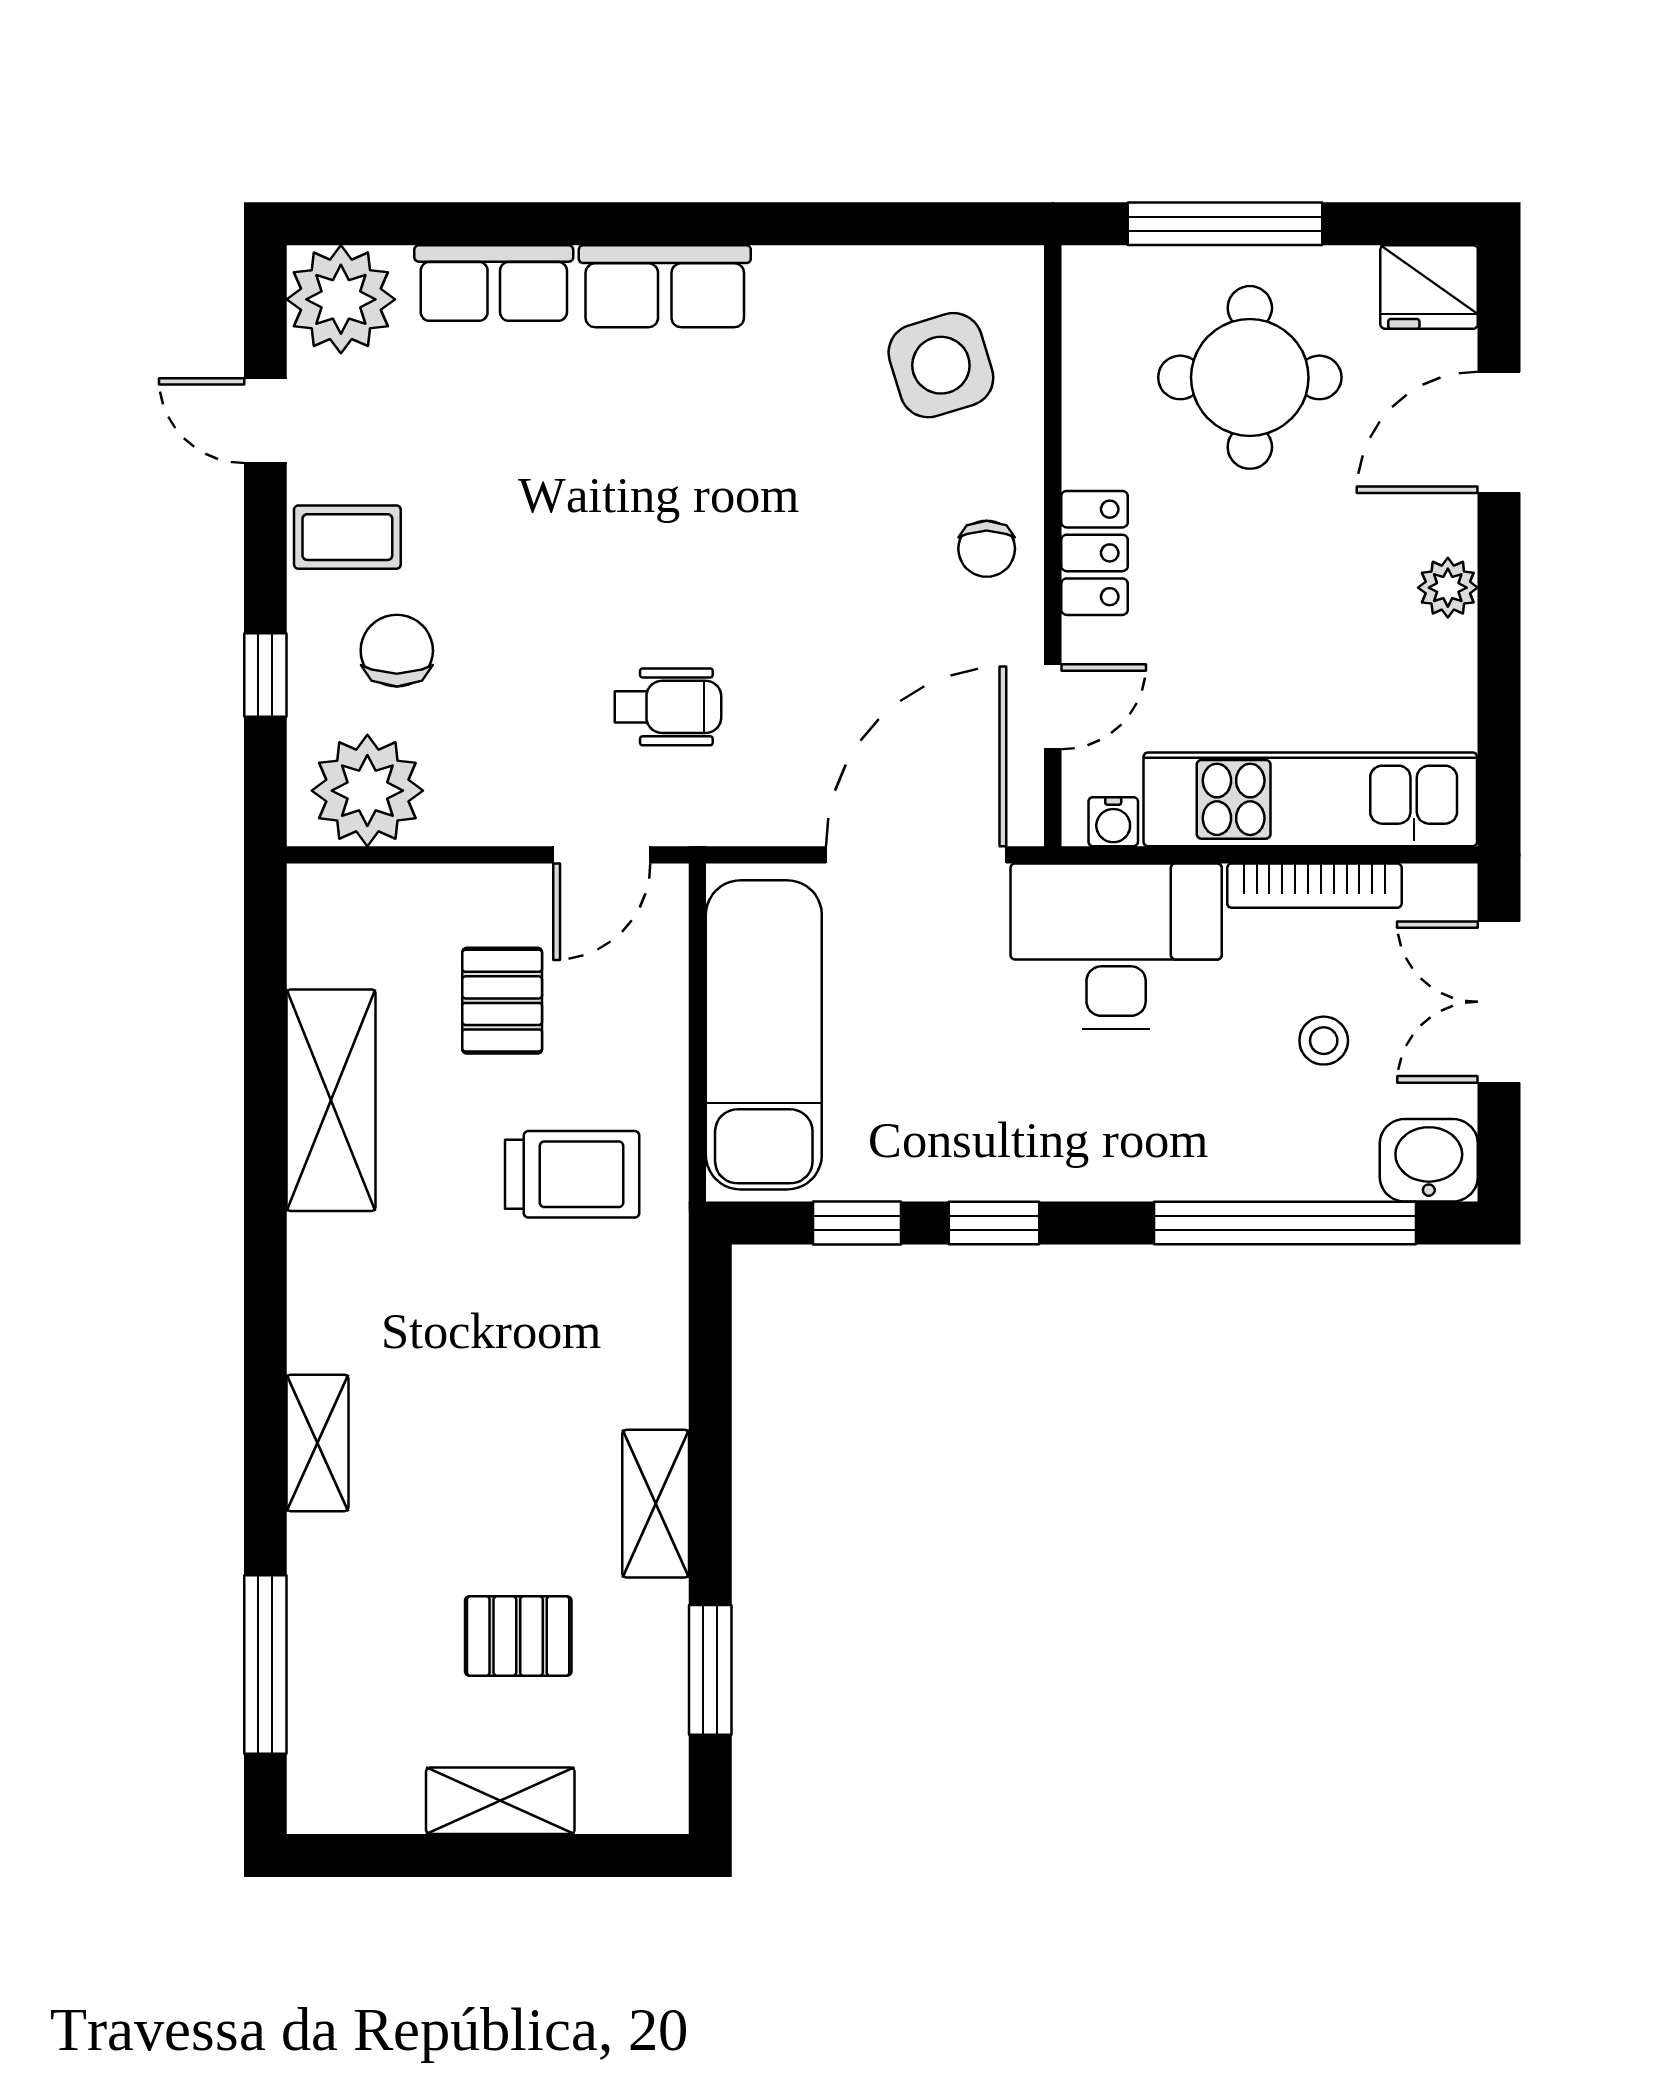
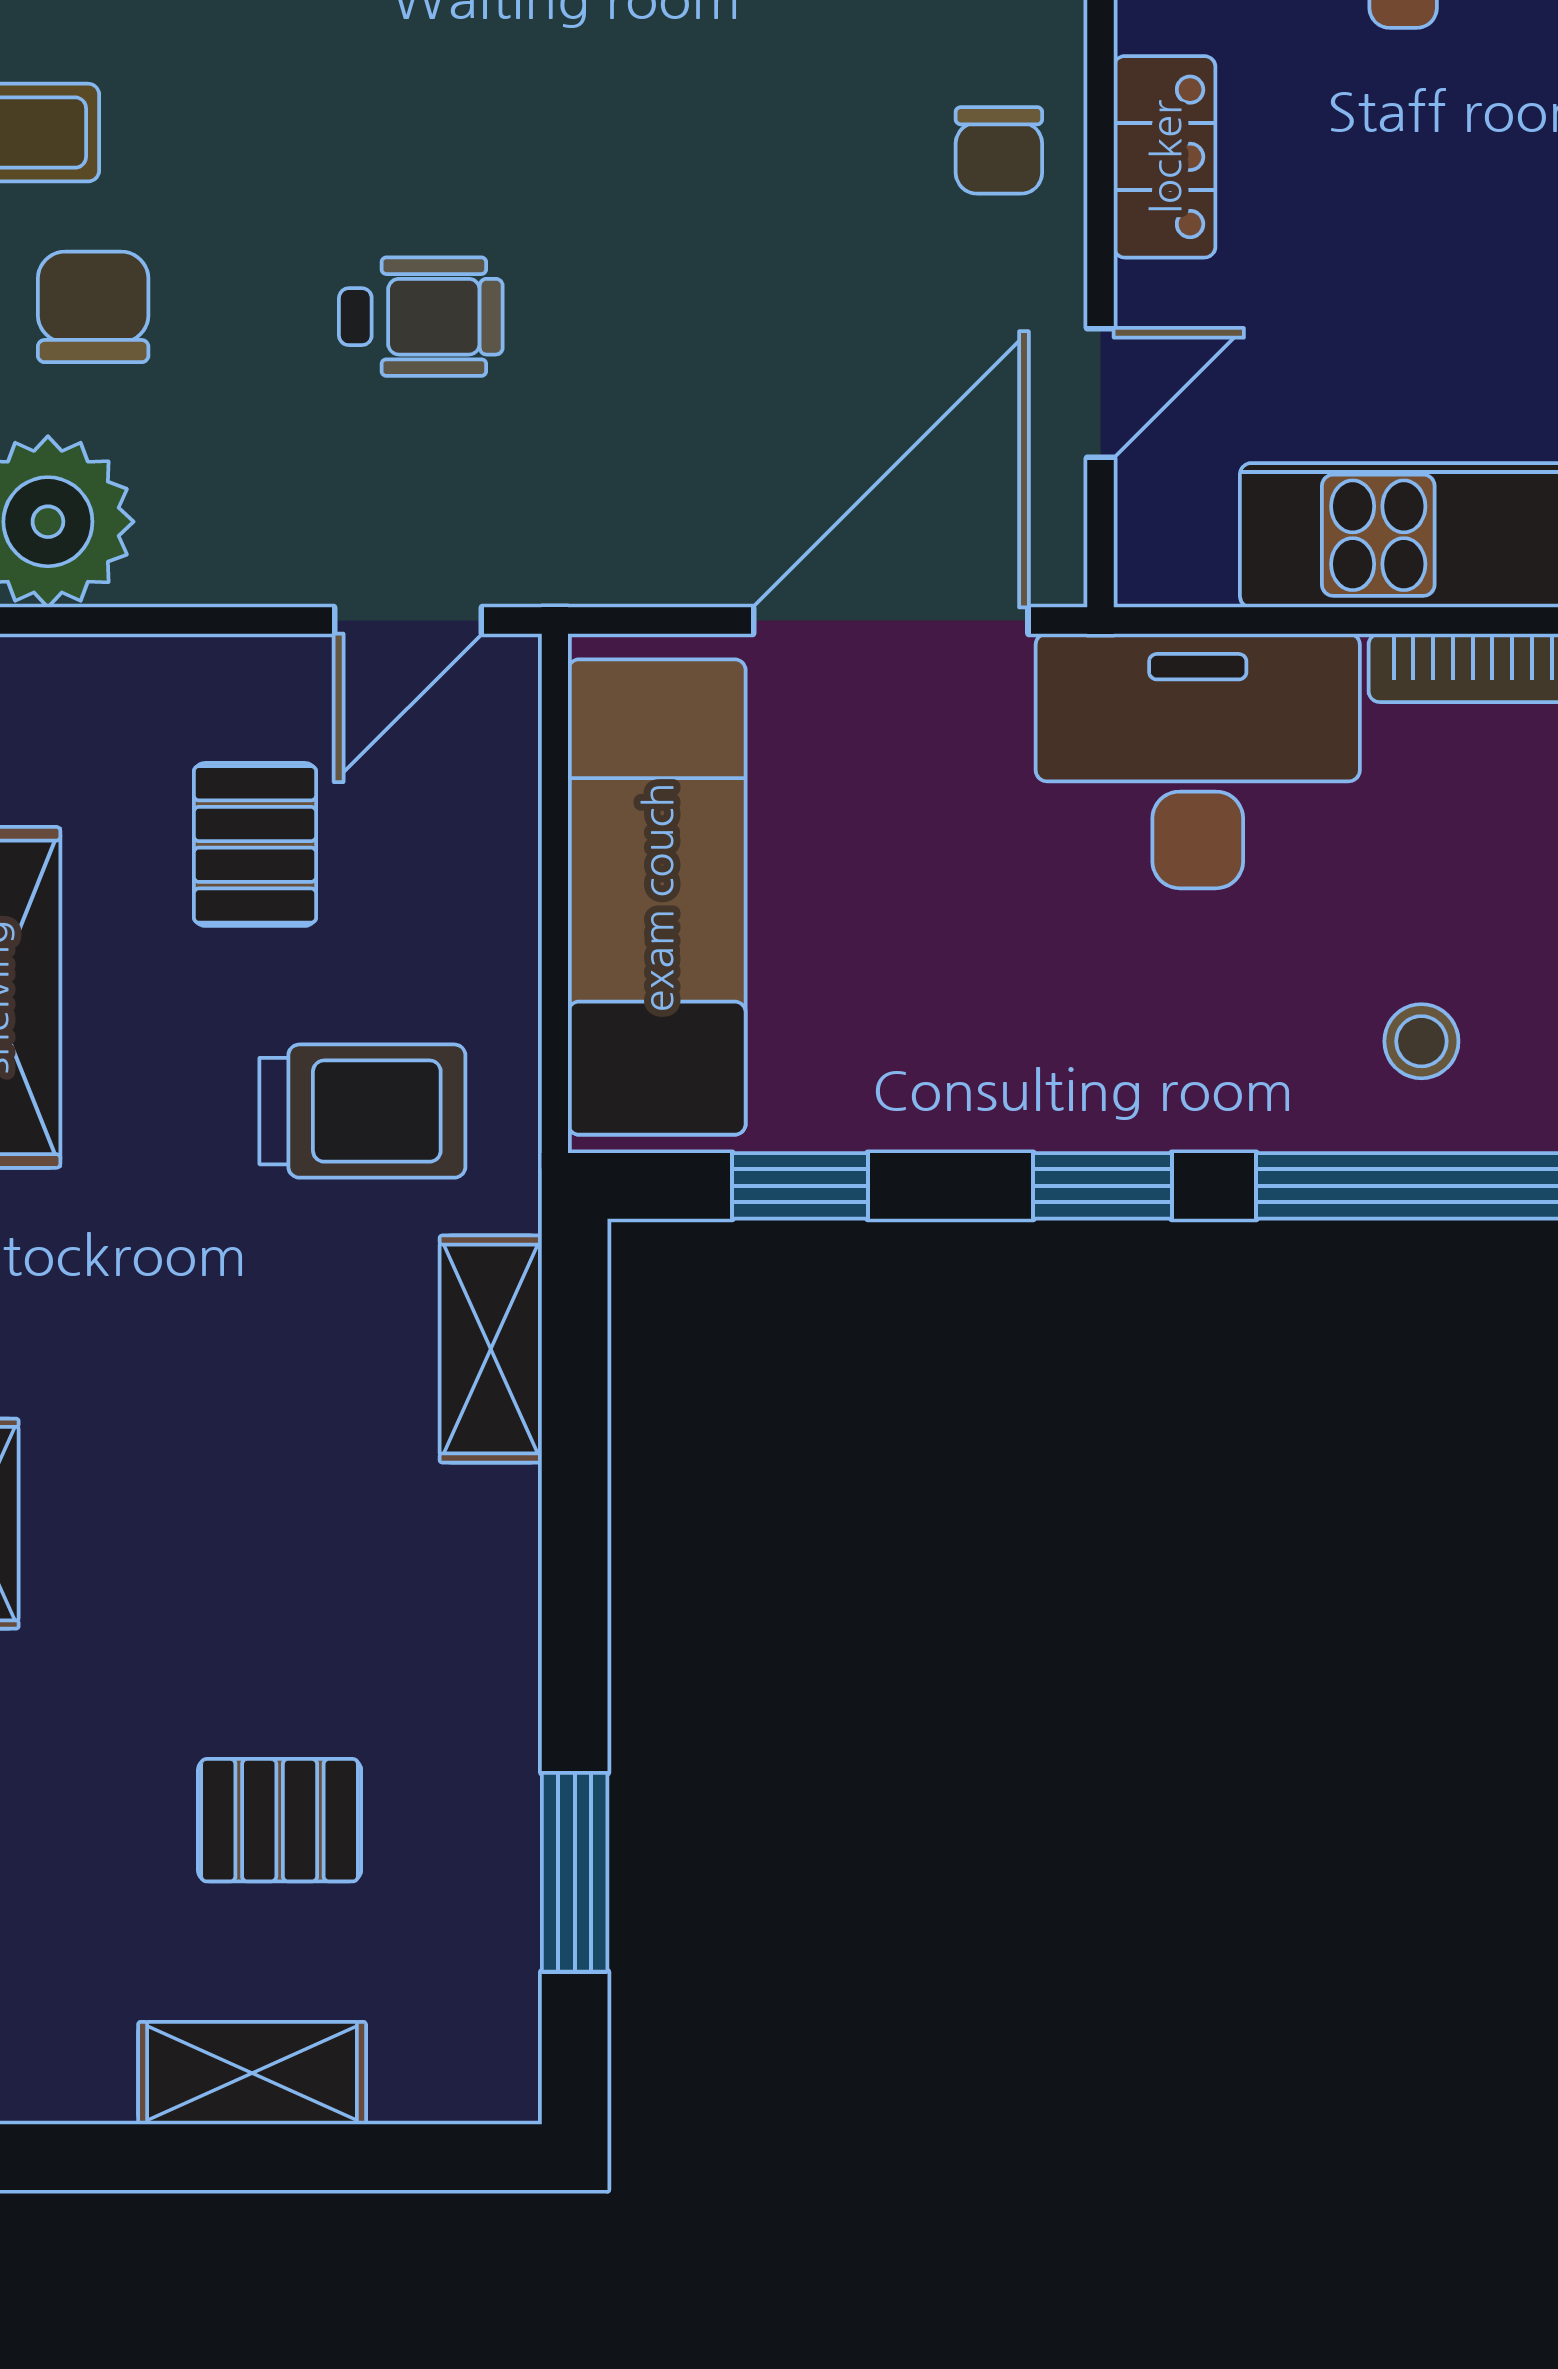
wheelchair: (668, 707) -> (421, 317), moved
water cooler: (1113, 822) -> (1193, 570), removed
stool: (1324, 1041) -> (1421, 1041), moved
window: (994, 1223) -> (1103, 1186), moved
shelving: (656, 1504) -> (491, 1349), moved

